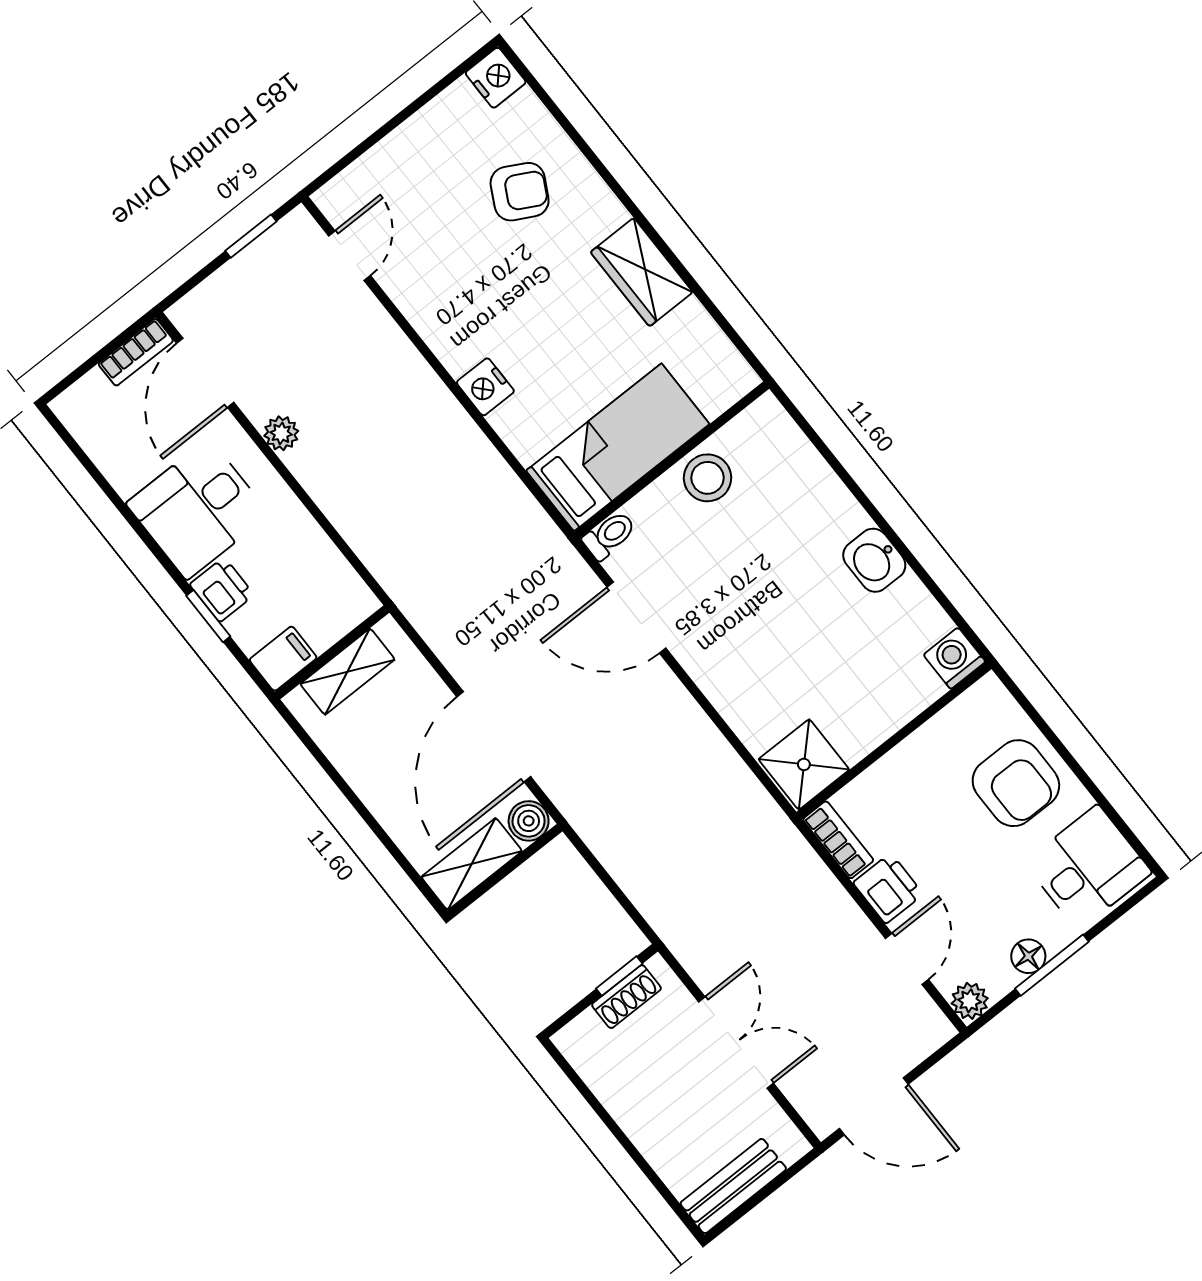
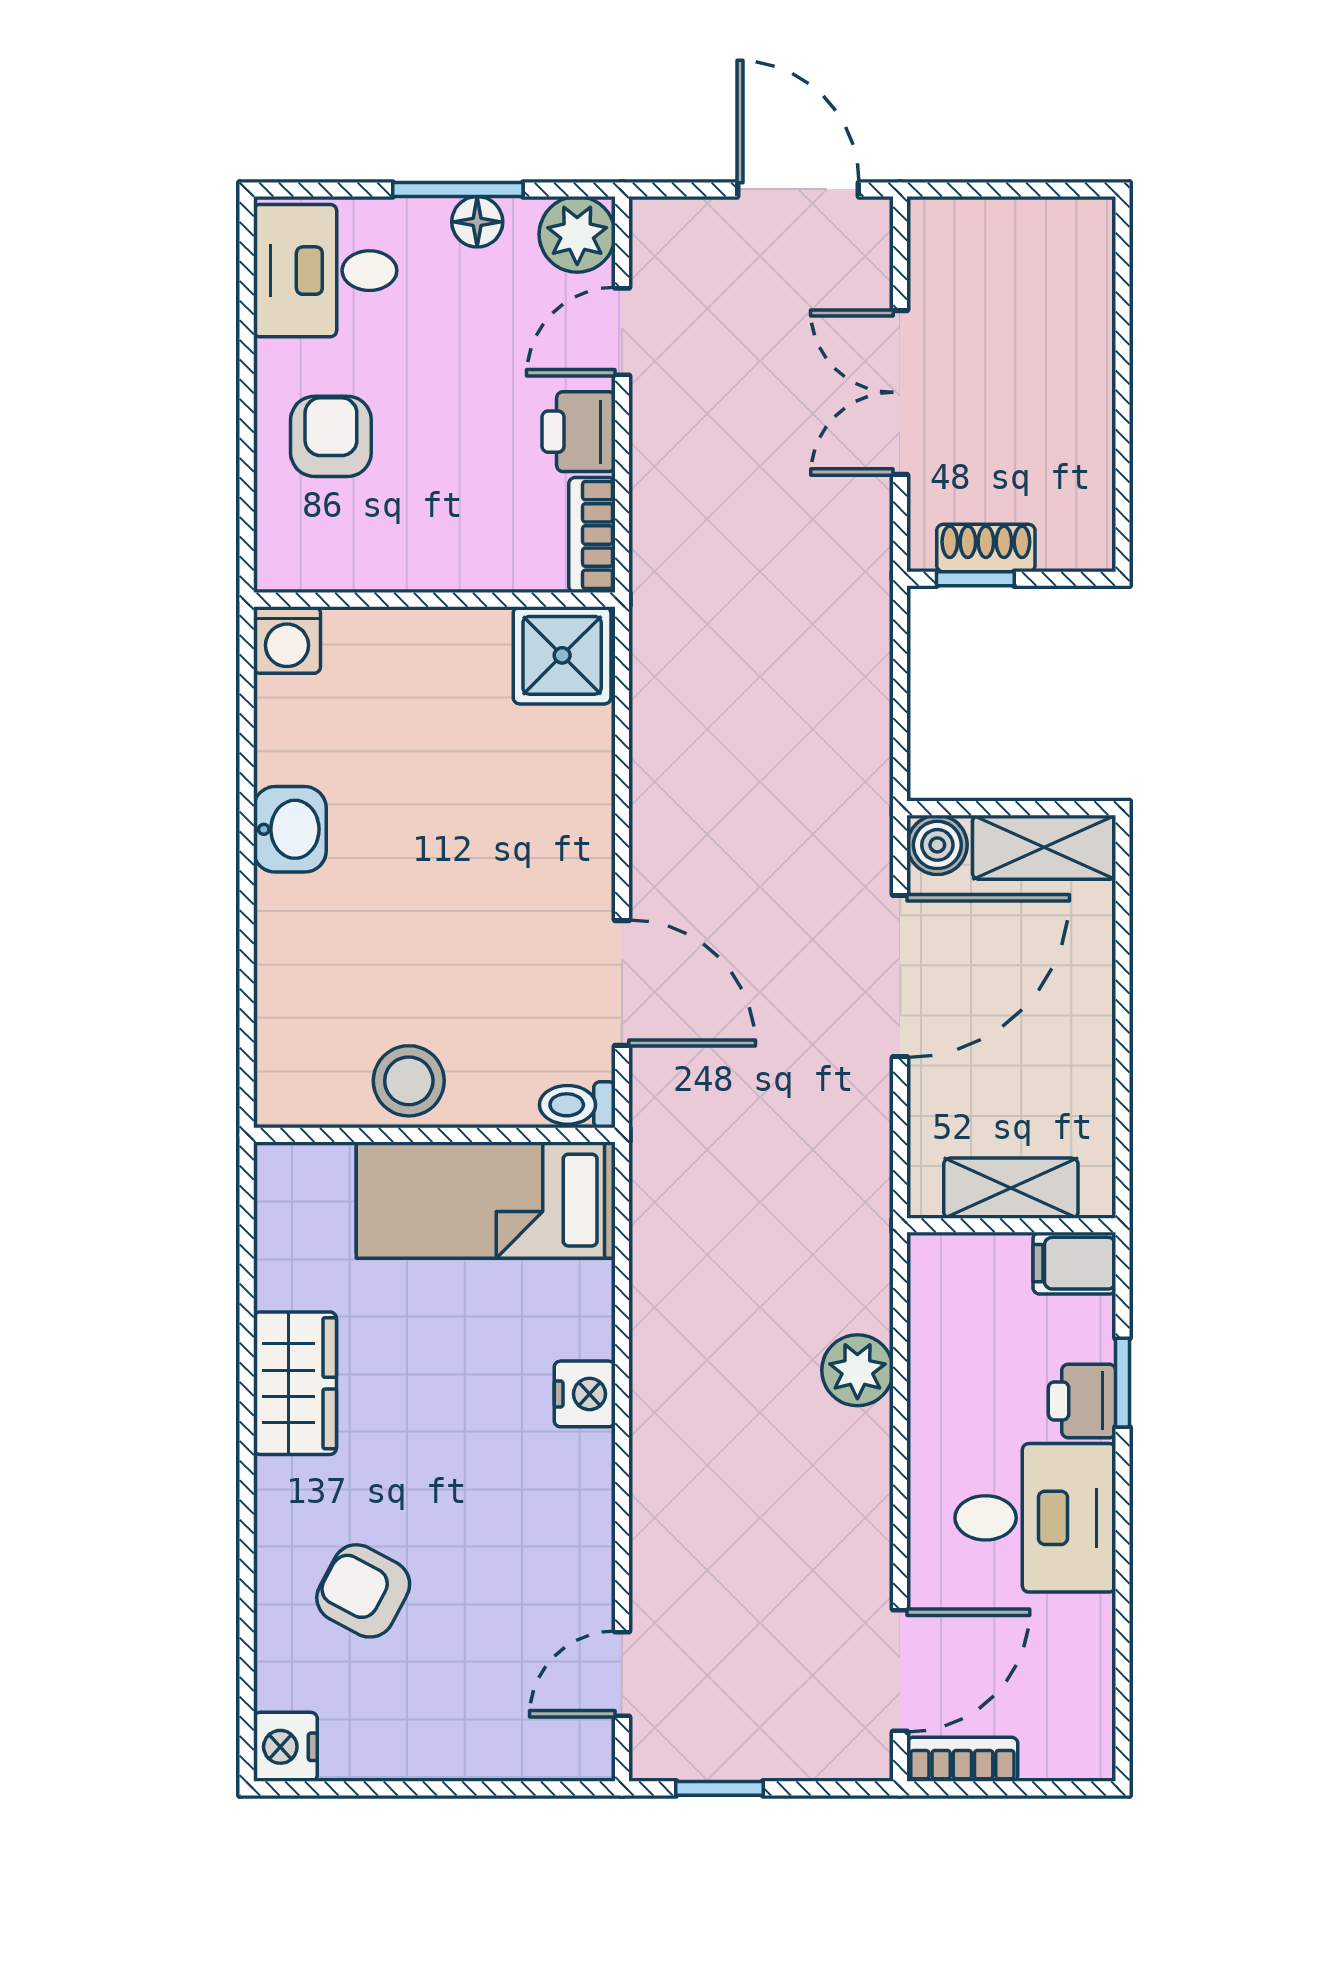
plant: (281, 433) -> (857, 1370), moved, width x1.38, depth x1.38
armchair: (1016, 783) -> (331, 436), width x0.72, depth x0.72
plant: (970, 1001) -> (577, 234), width x1.38, depth x1.38
bench: (733, 1186) -> (1037, 227), removed

